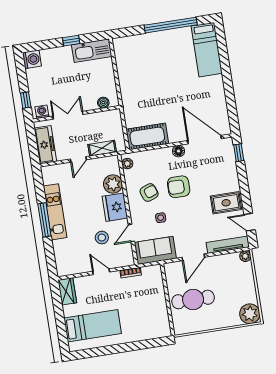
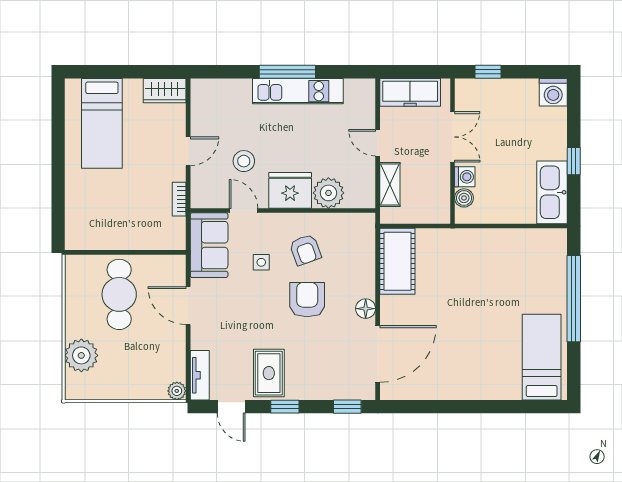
window: (171, 25) -> (574, 299), moved
bed: (207, 50) -> (542, 357), moved, turned 90
washing machine: (42, 112) -> (465, 177), moved
plant: (127, 164) -> (358, 222), removed
window: (245, 190) -> (285, 407), added
door: (250, 222) -> (231, 407), swing flipped
tv unit: (228, 245) -> (200, 375), width x0.71
plant: (250, 314) -> (81, 355), moved

